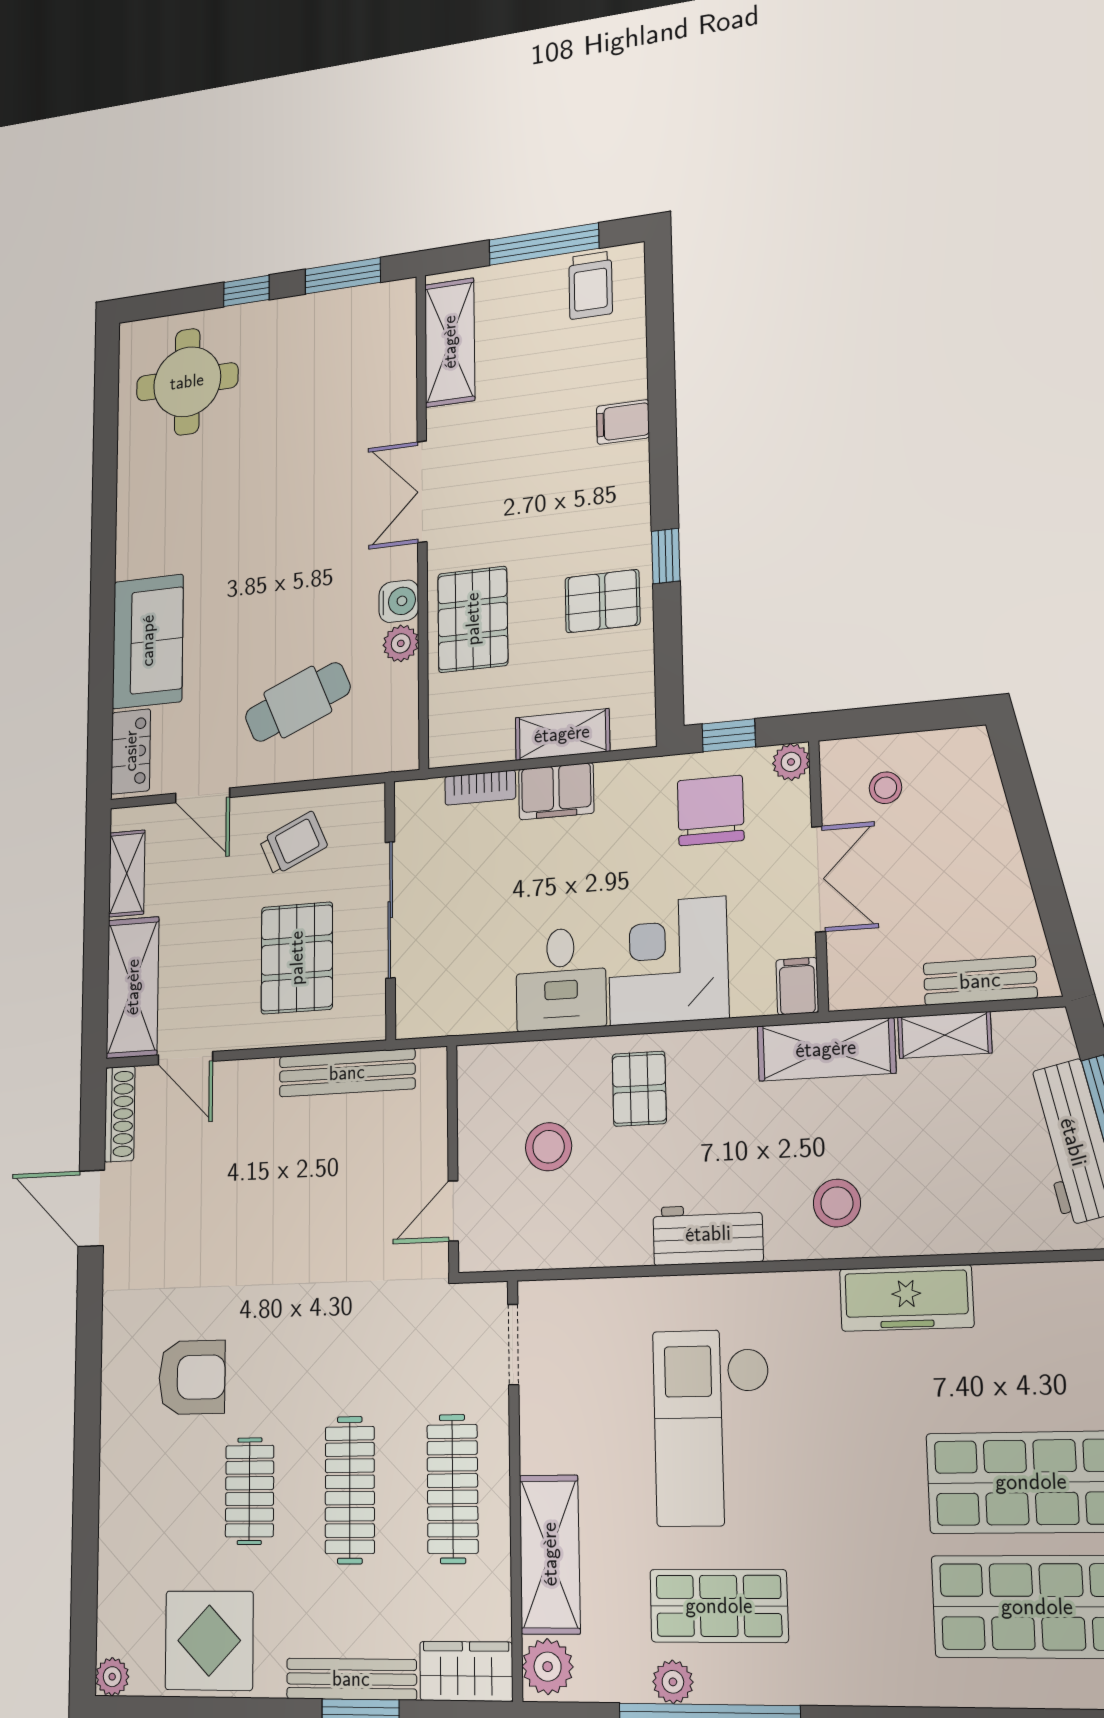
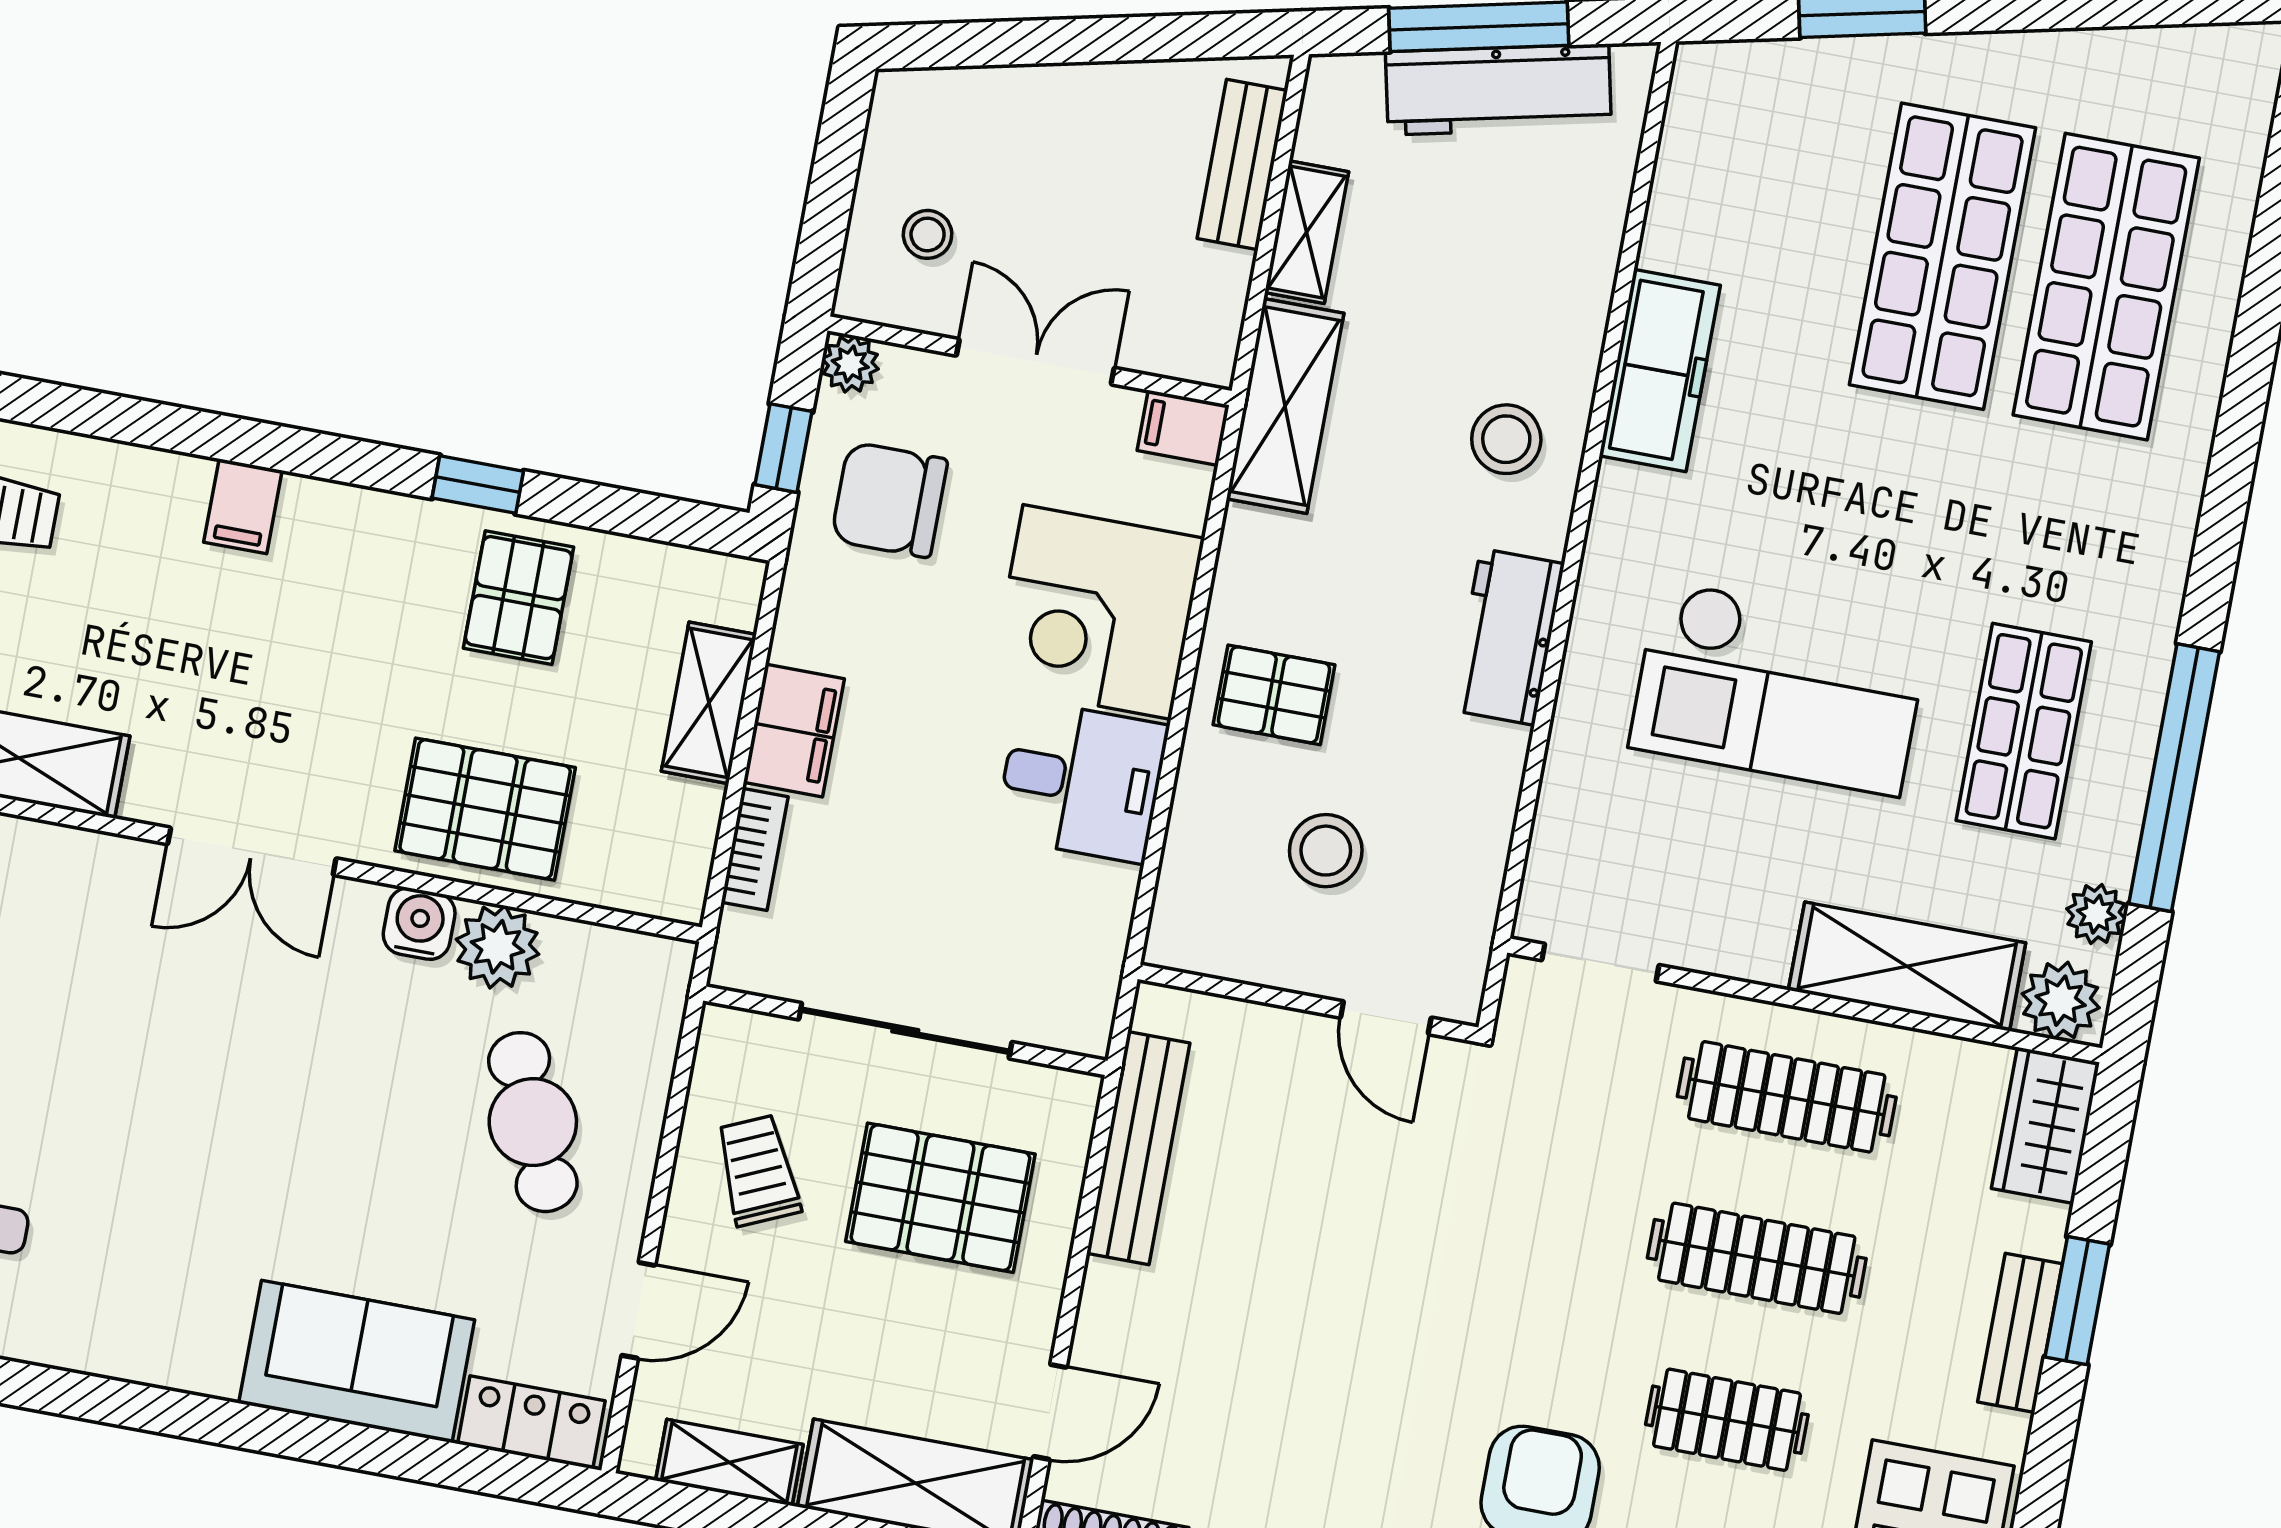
plant: (401, 643) -> (498, 947), width x1.38, depth x1.38
bench: (351, 1679) -> (2020, 1333), width x0.73
plant: (673, 1682) -> (2096, 914), moved

